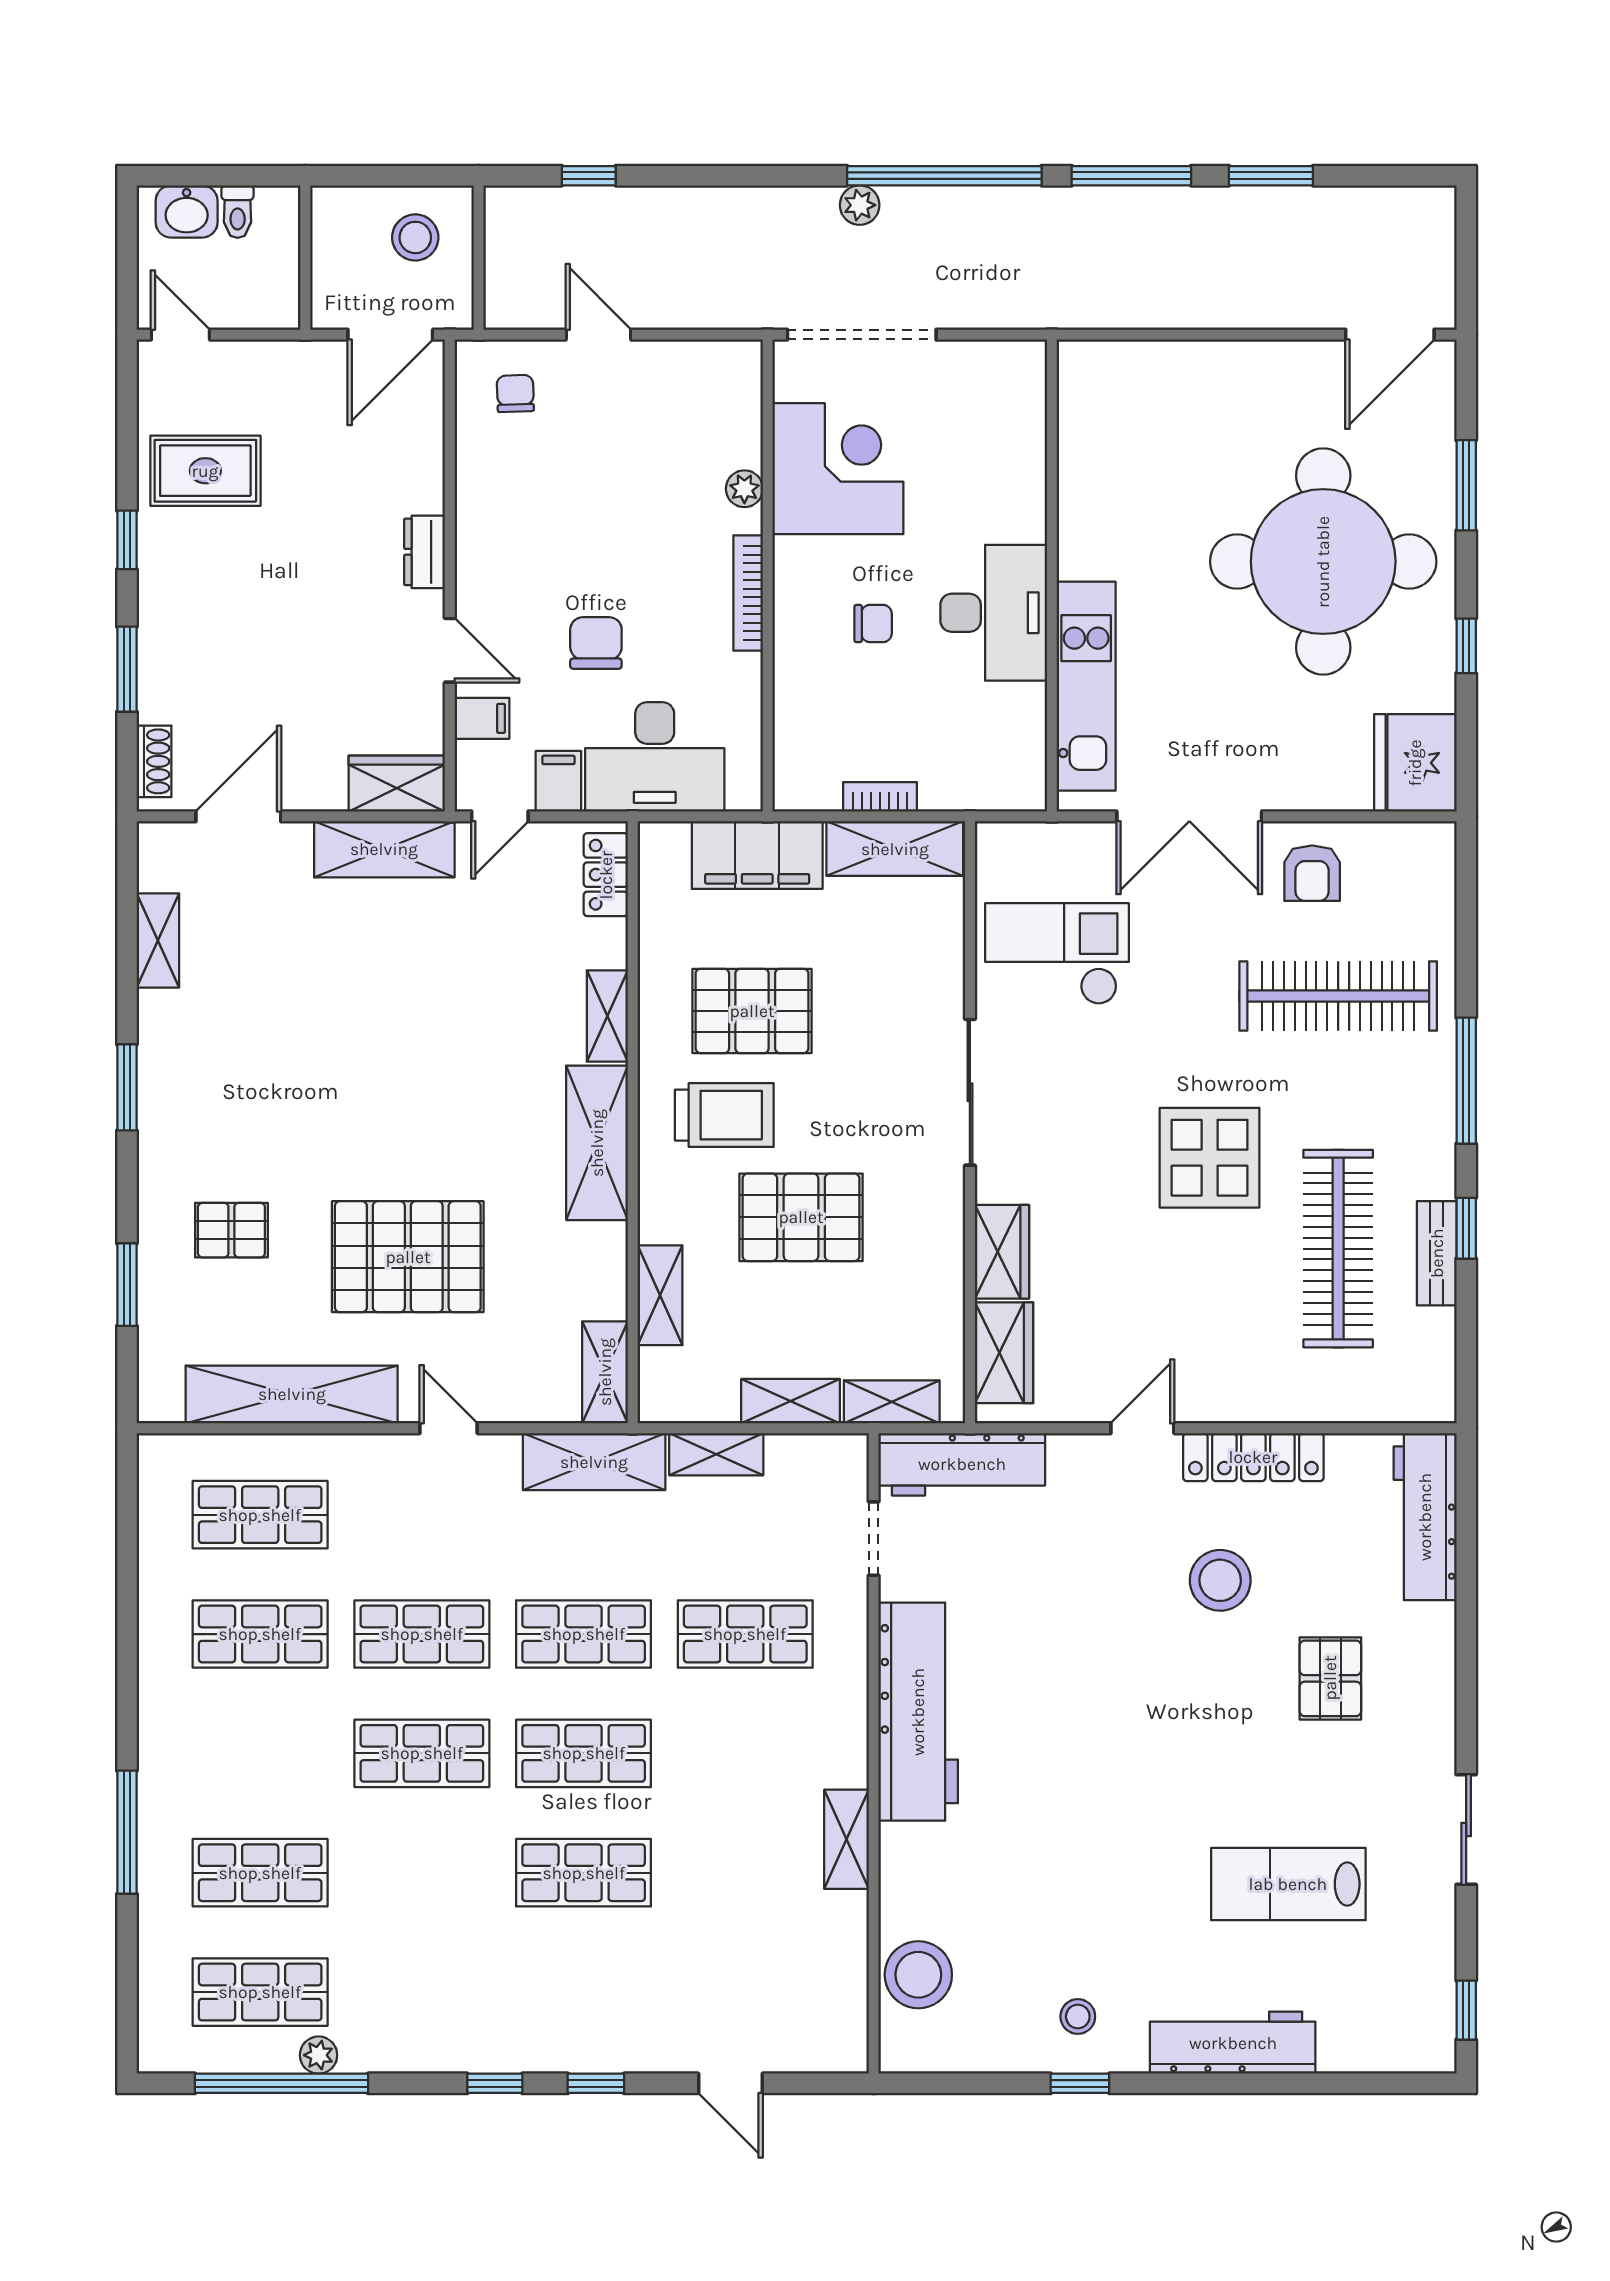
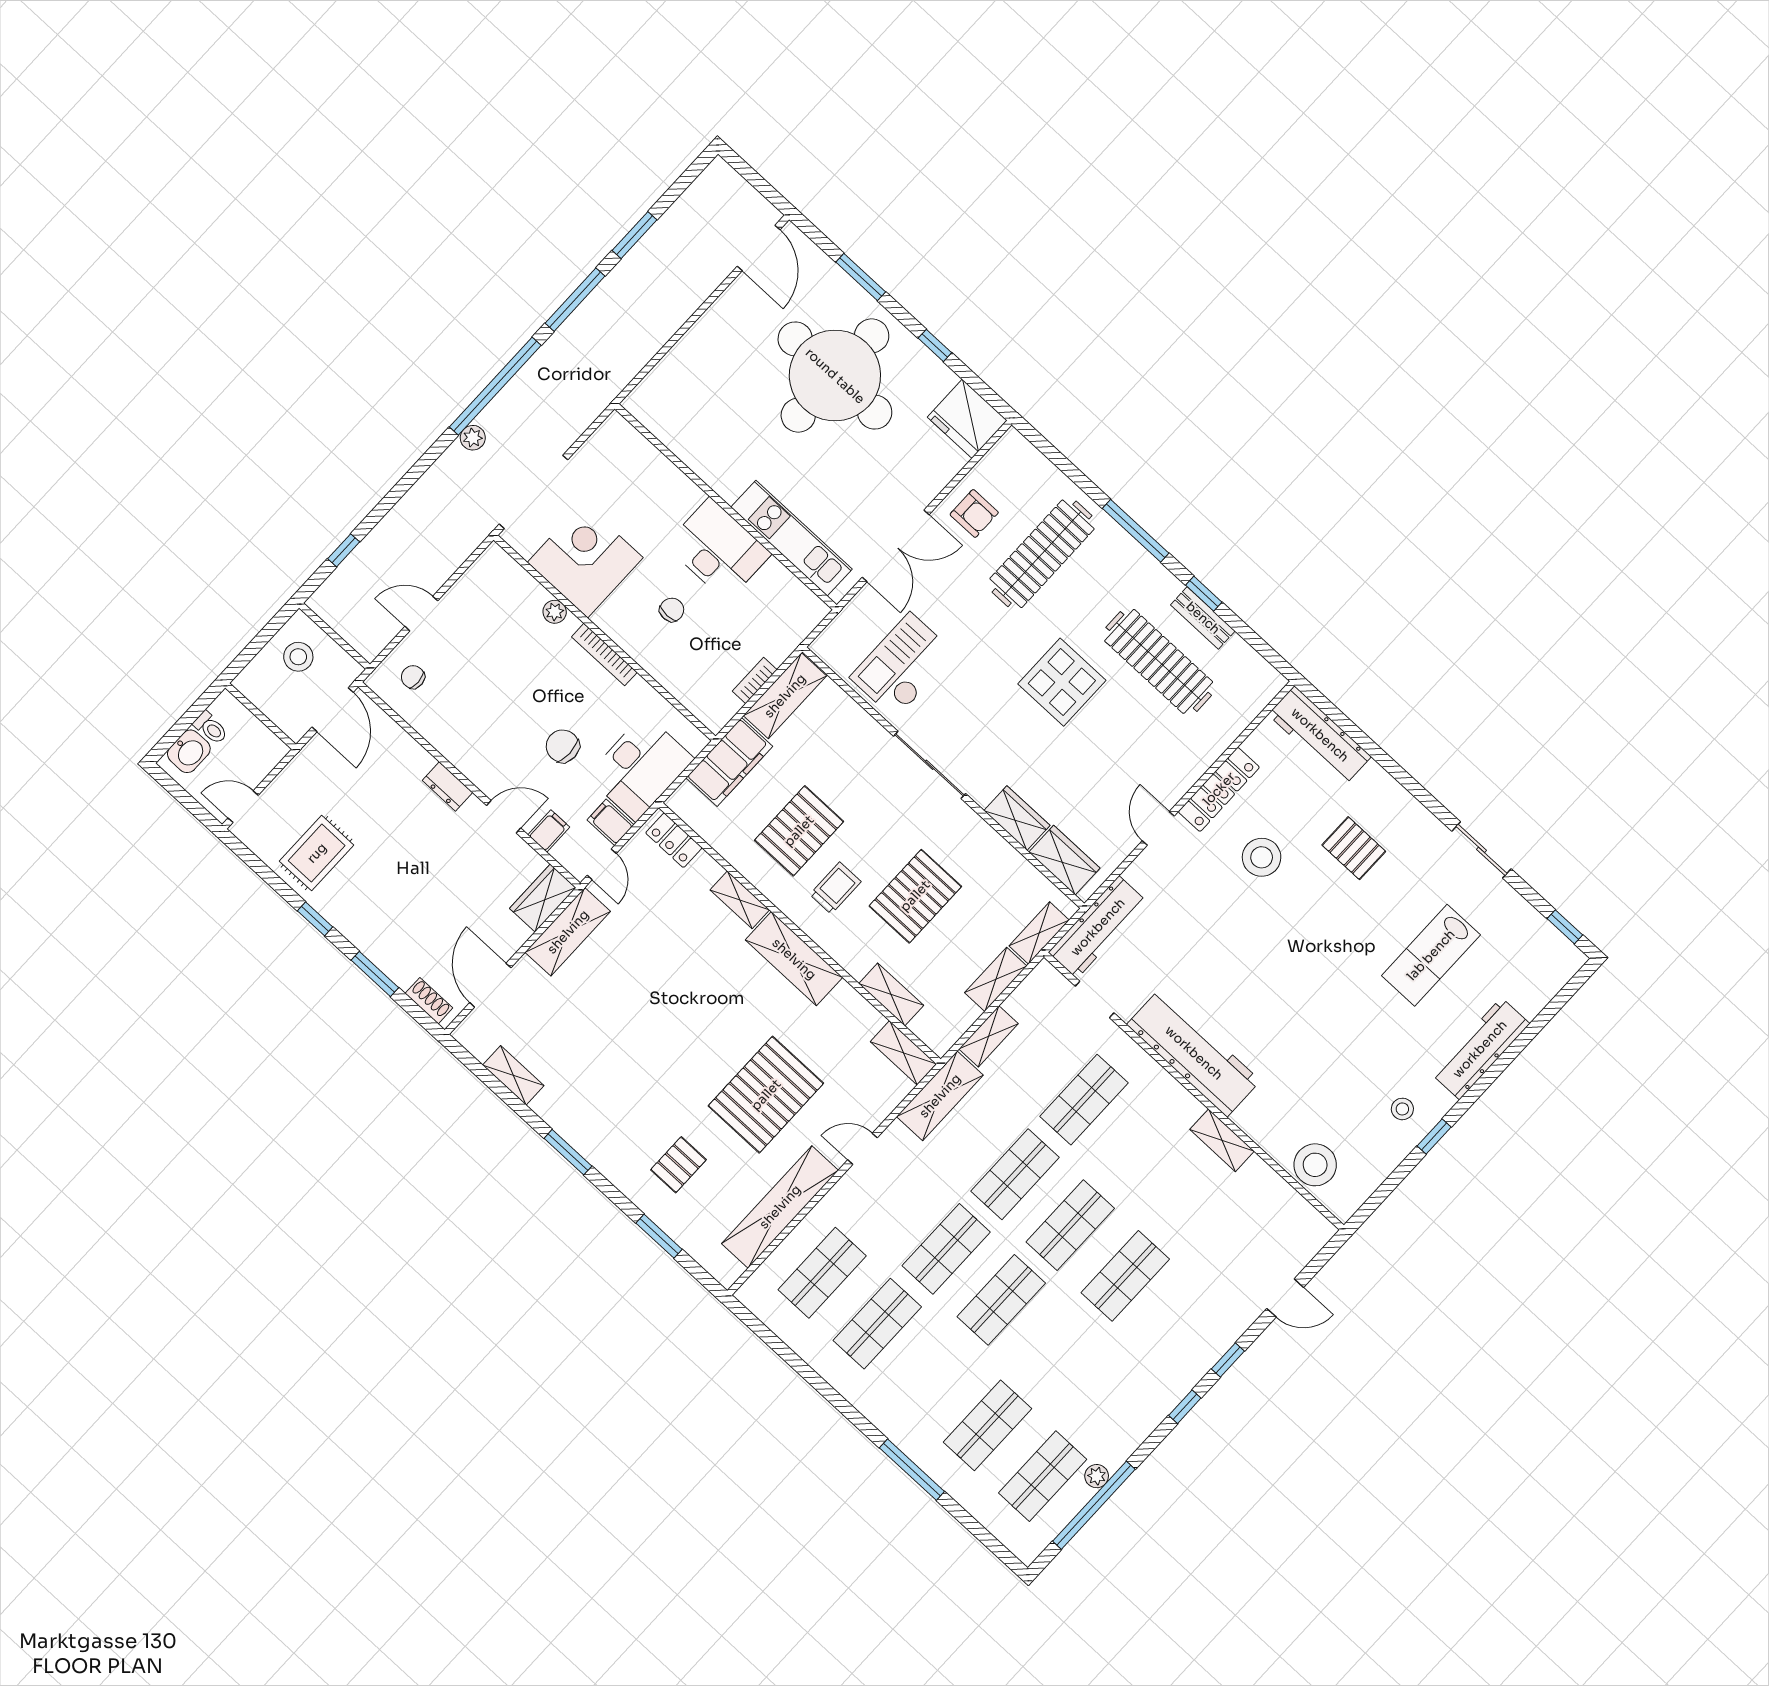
trolley: (724, 1115) -> (835, 888), width x0.73, depth x0.72

